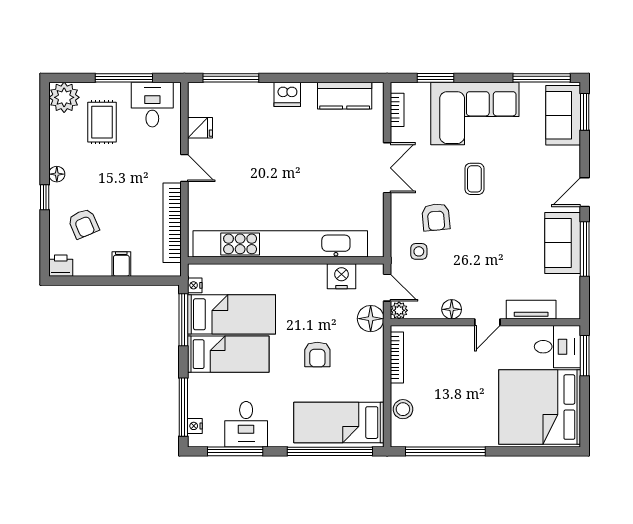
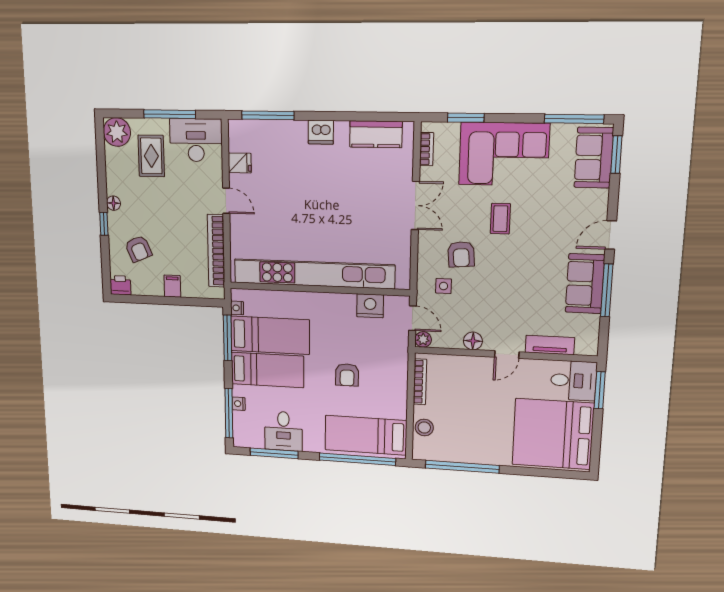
desk: (152, 105) -> (196, 140), width x1.37
floor lamp: (371, 319) -> (396, 346), removed
nightstand: (195, 426) -> (239, 404), moved

